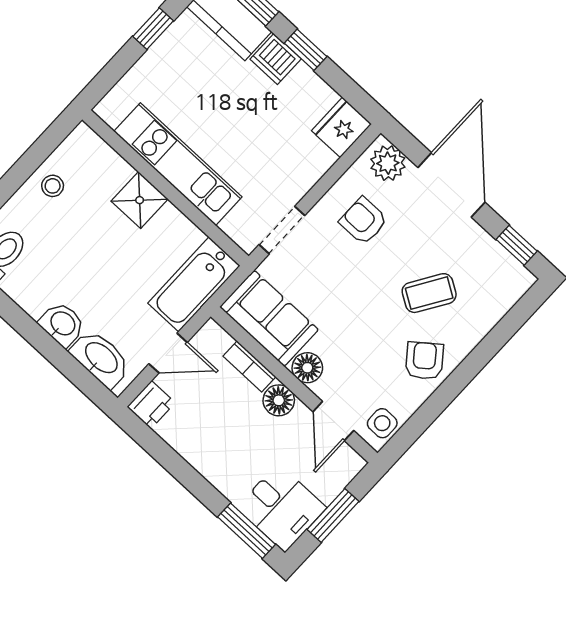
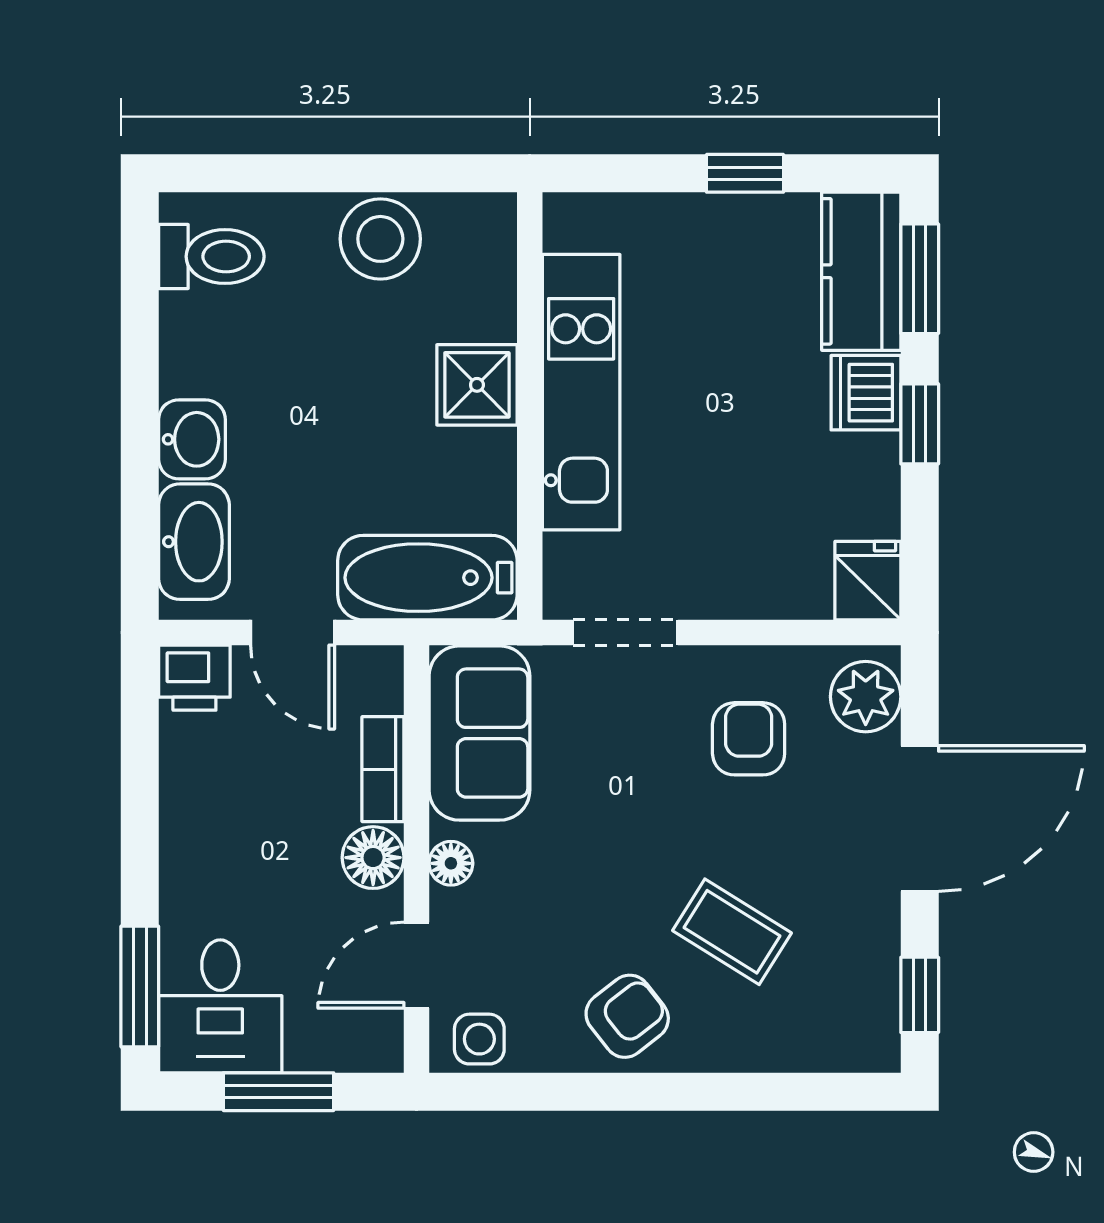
fridge: (341, 127) -> (868, 581), width x0.72
stool: (53, 186) -> (380, 239), width x1.89, depth x1.89
floor lamp: (307, 368) -> (451, 863), width x0.73, depth x0.73

